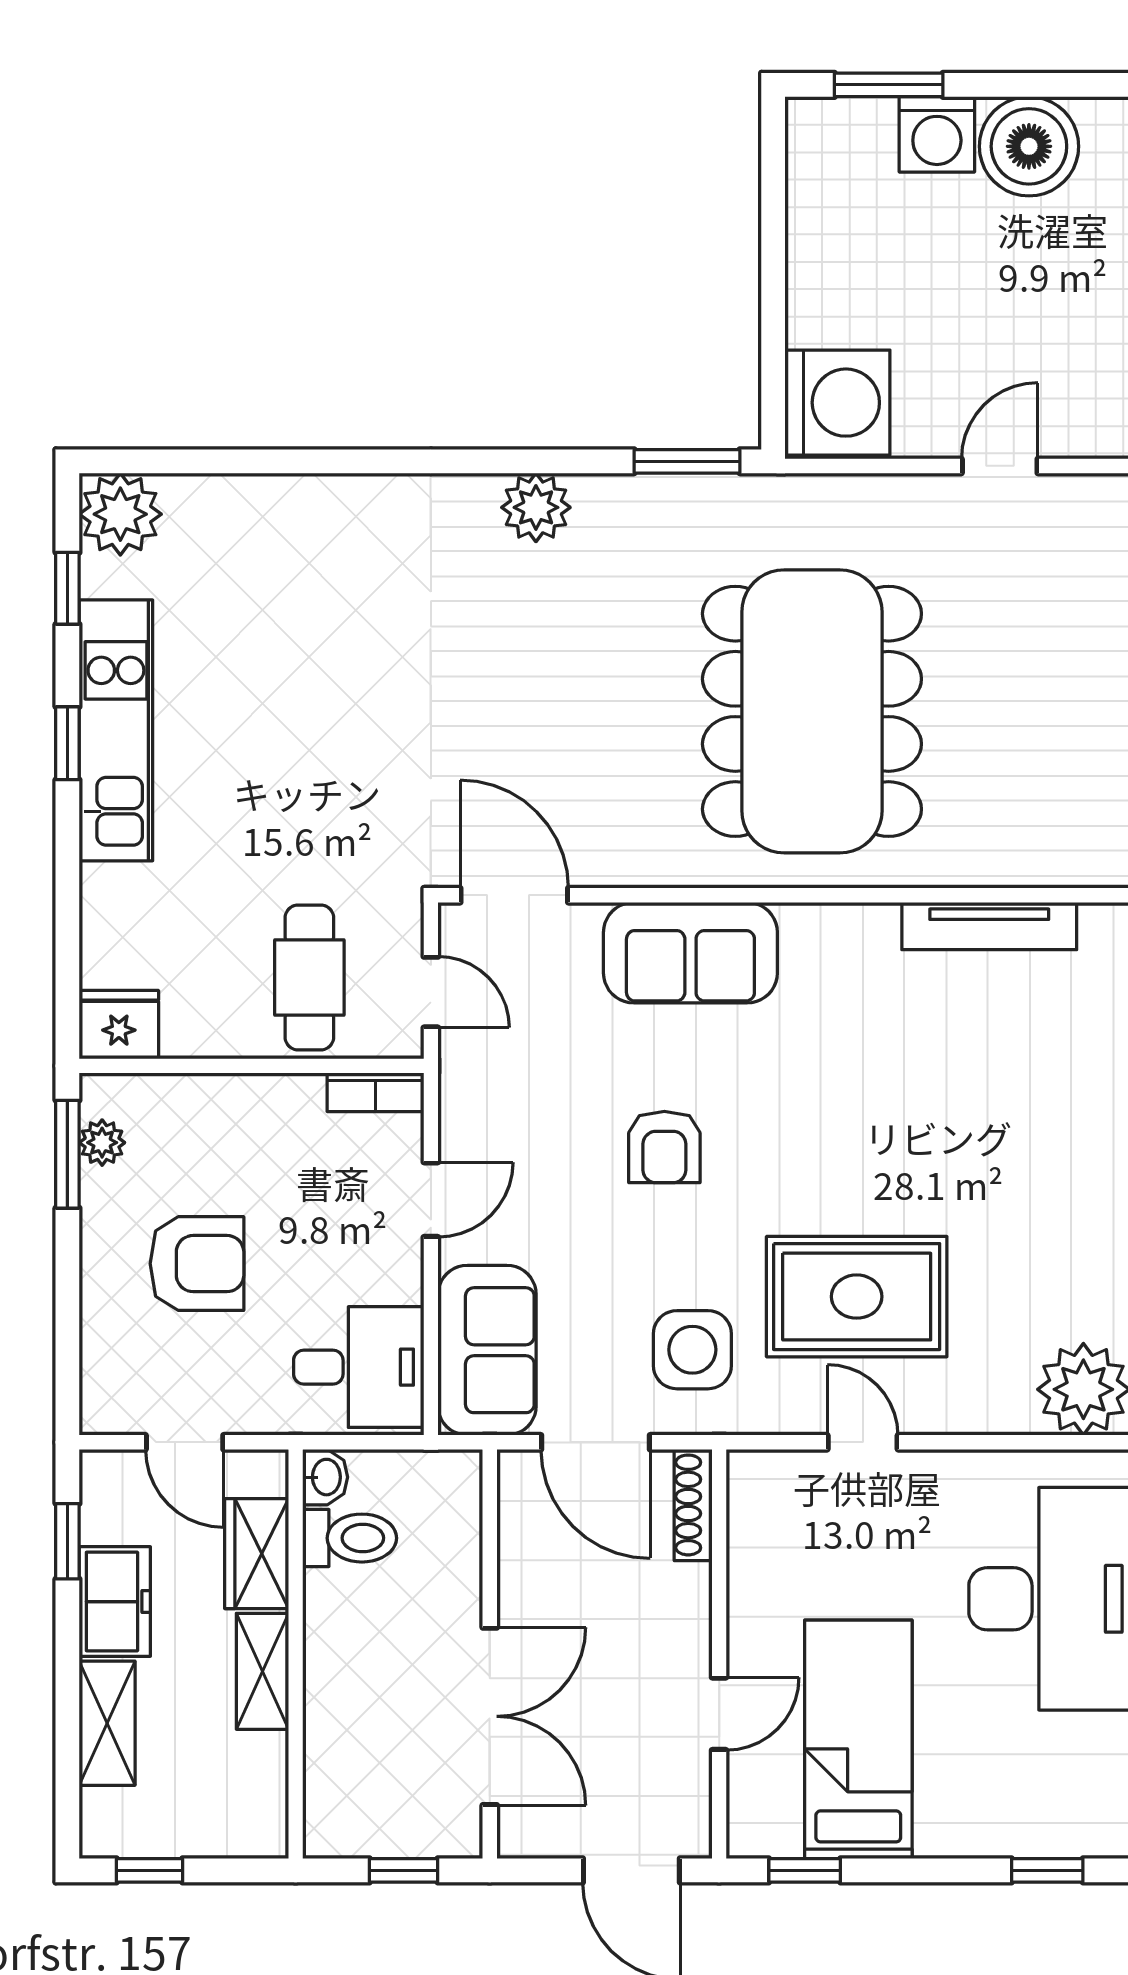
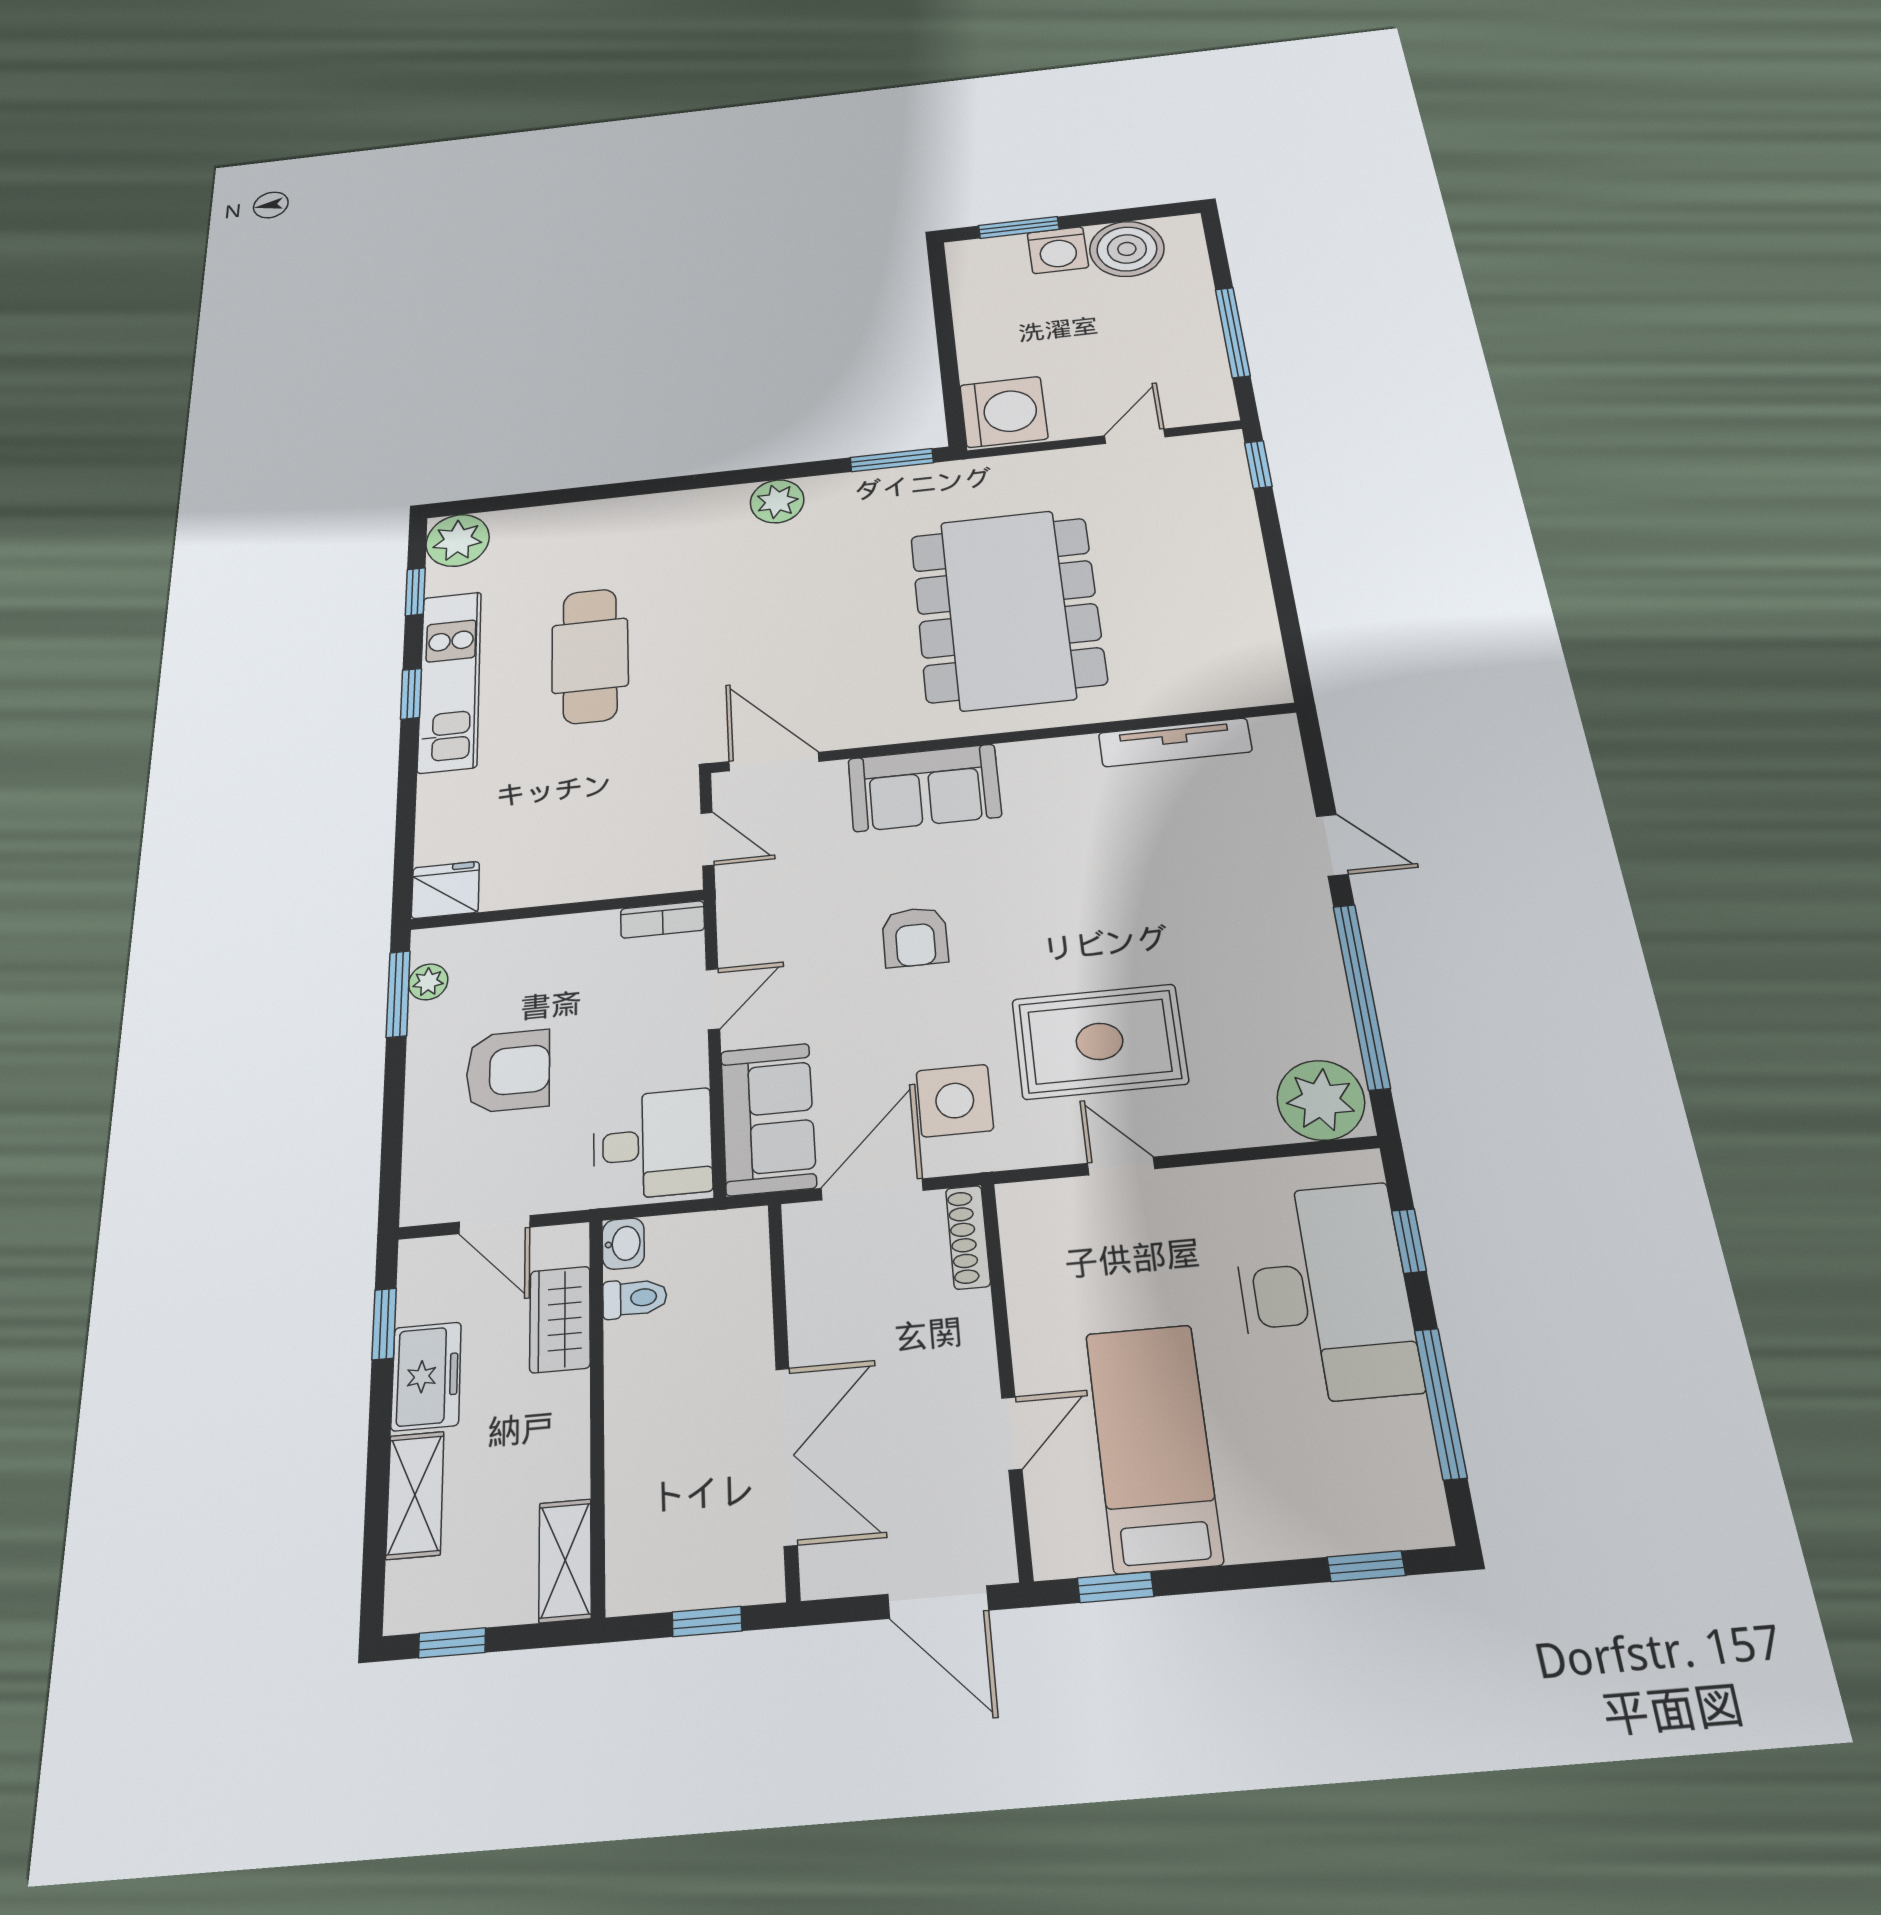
cafe table: (309, 977) -> (590, 656), moved, width x1.37, depth x1.35
door: (595, 1442) -> (872, 1189), swing flipped
toilet: (350, 1538) -> (635, 1298), width x0.73, depth x0.72
shelving: (262, 1671) -> (565, 1560), moved

